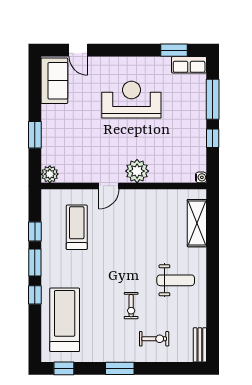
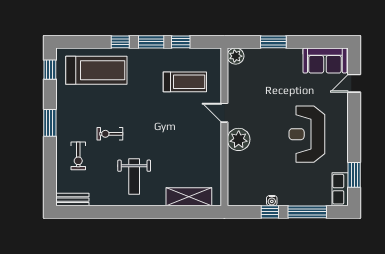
reception desk: (131, 100) -> (307, 134), turned 180
water cooler: (201, 177) -> (272, 201), moved

